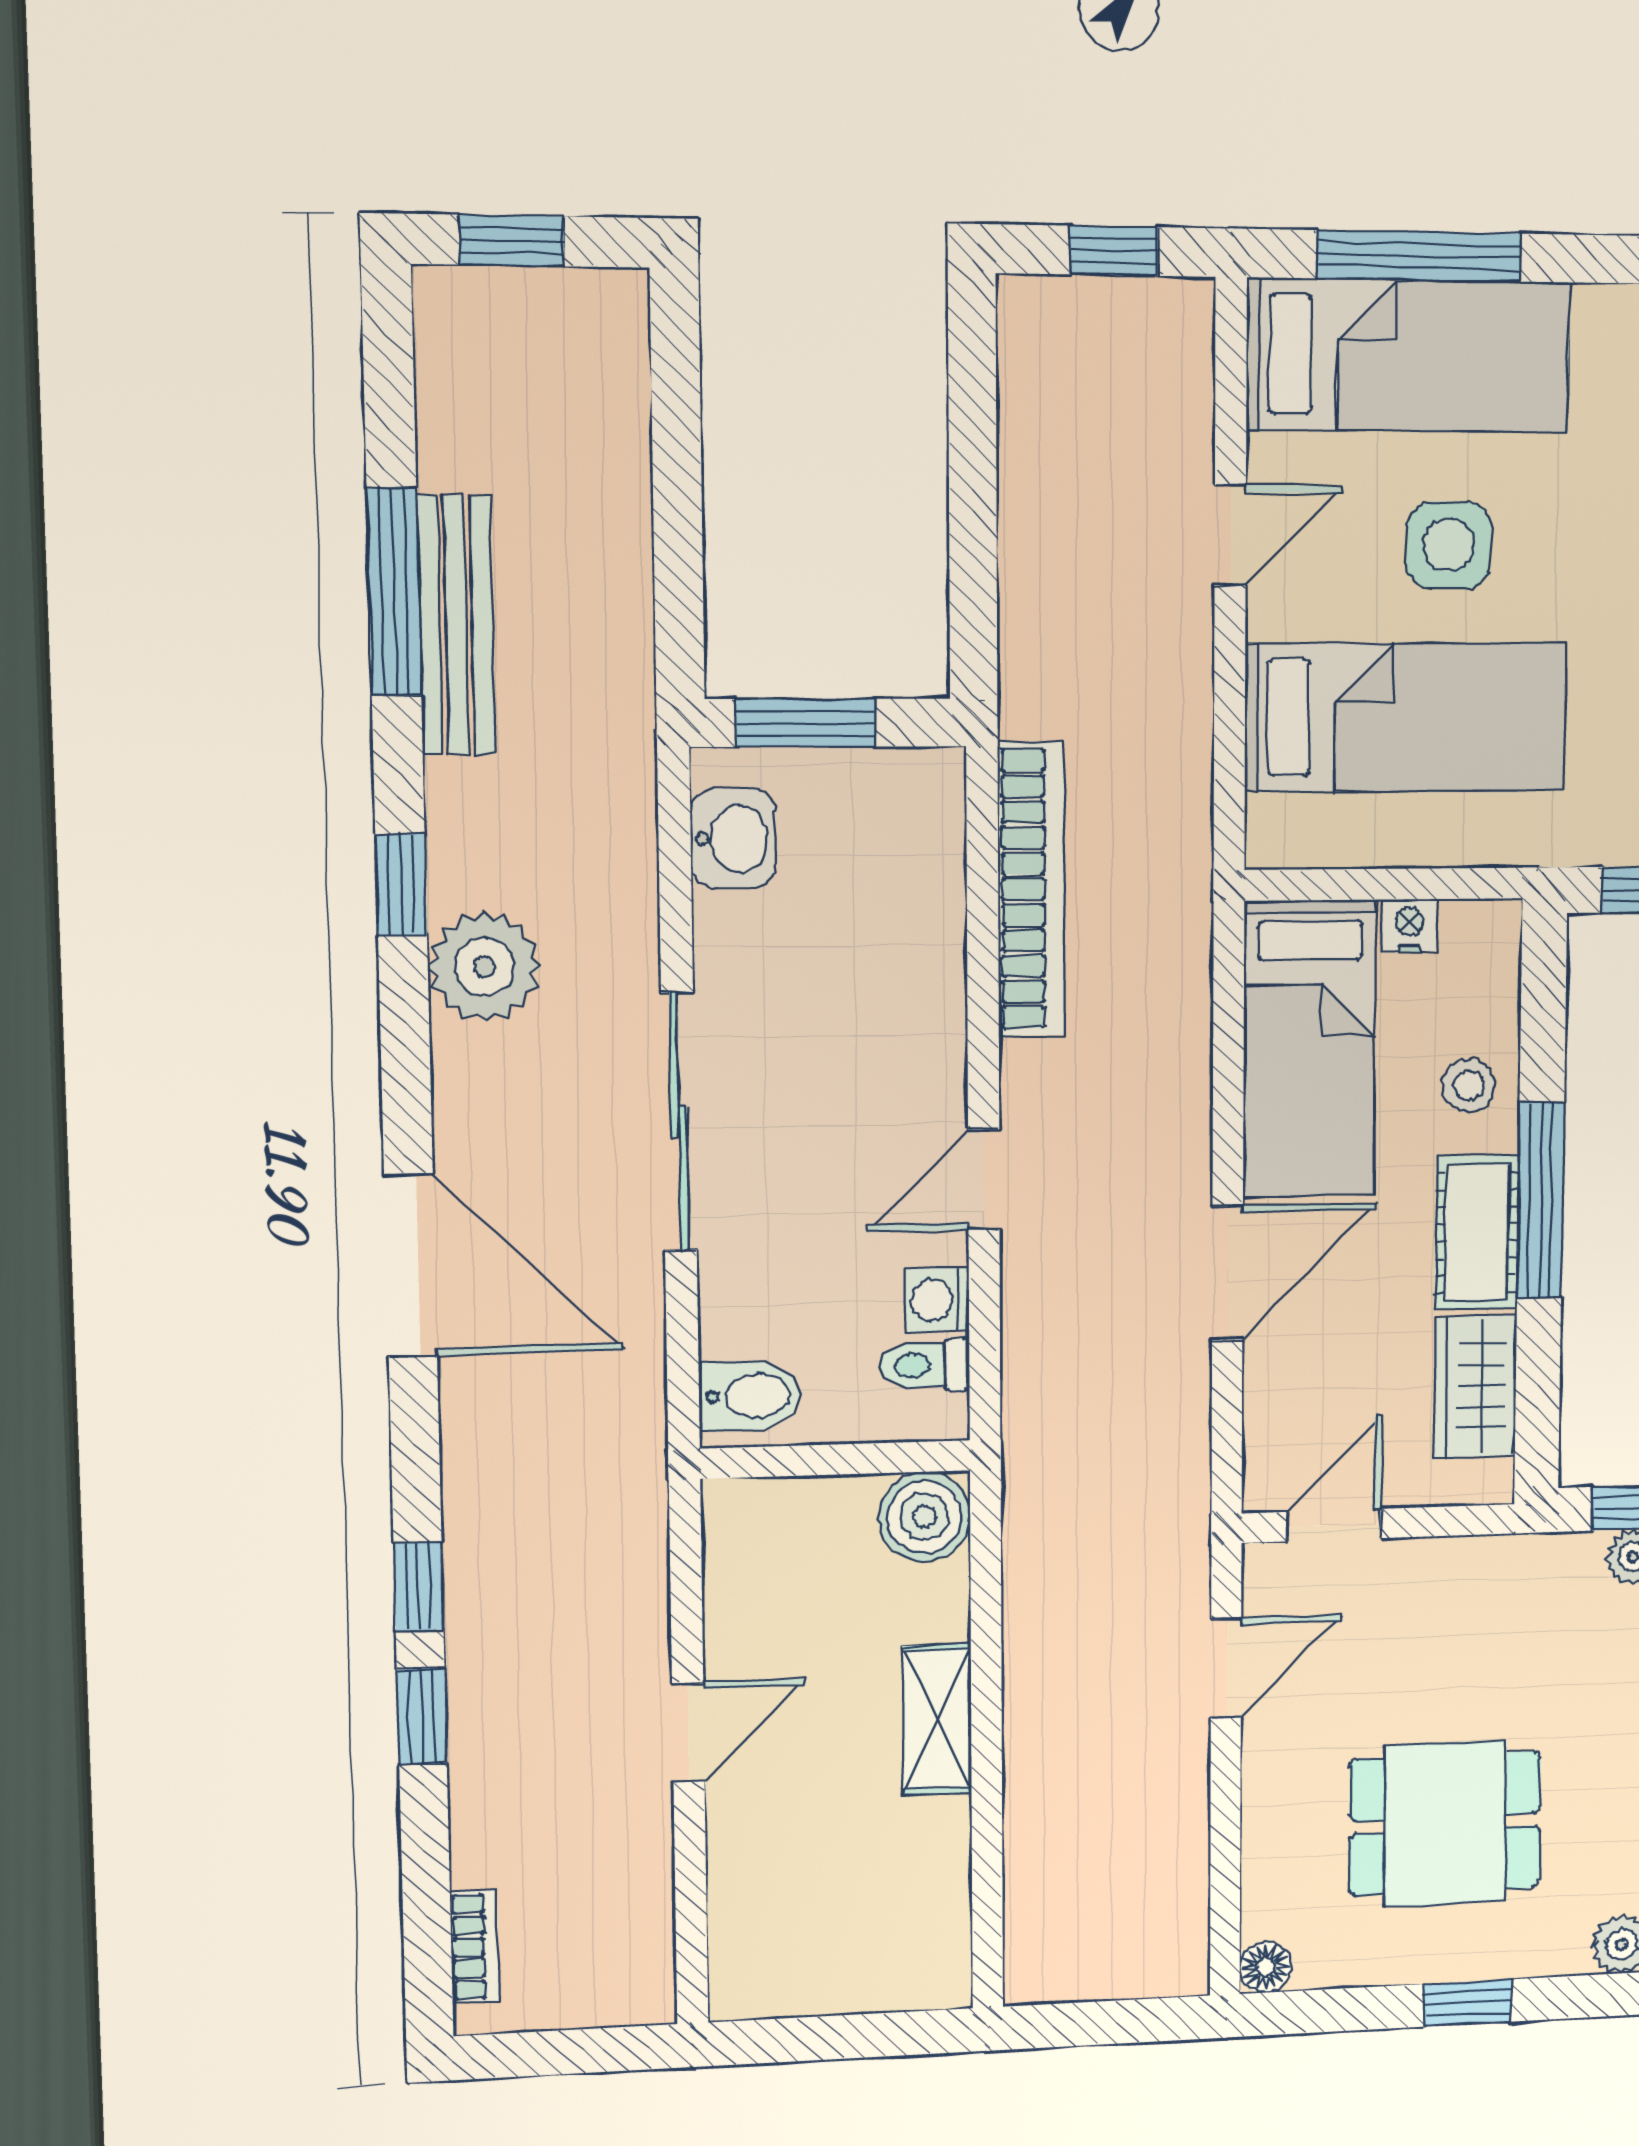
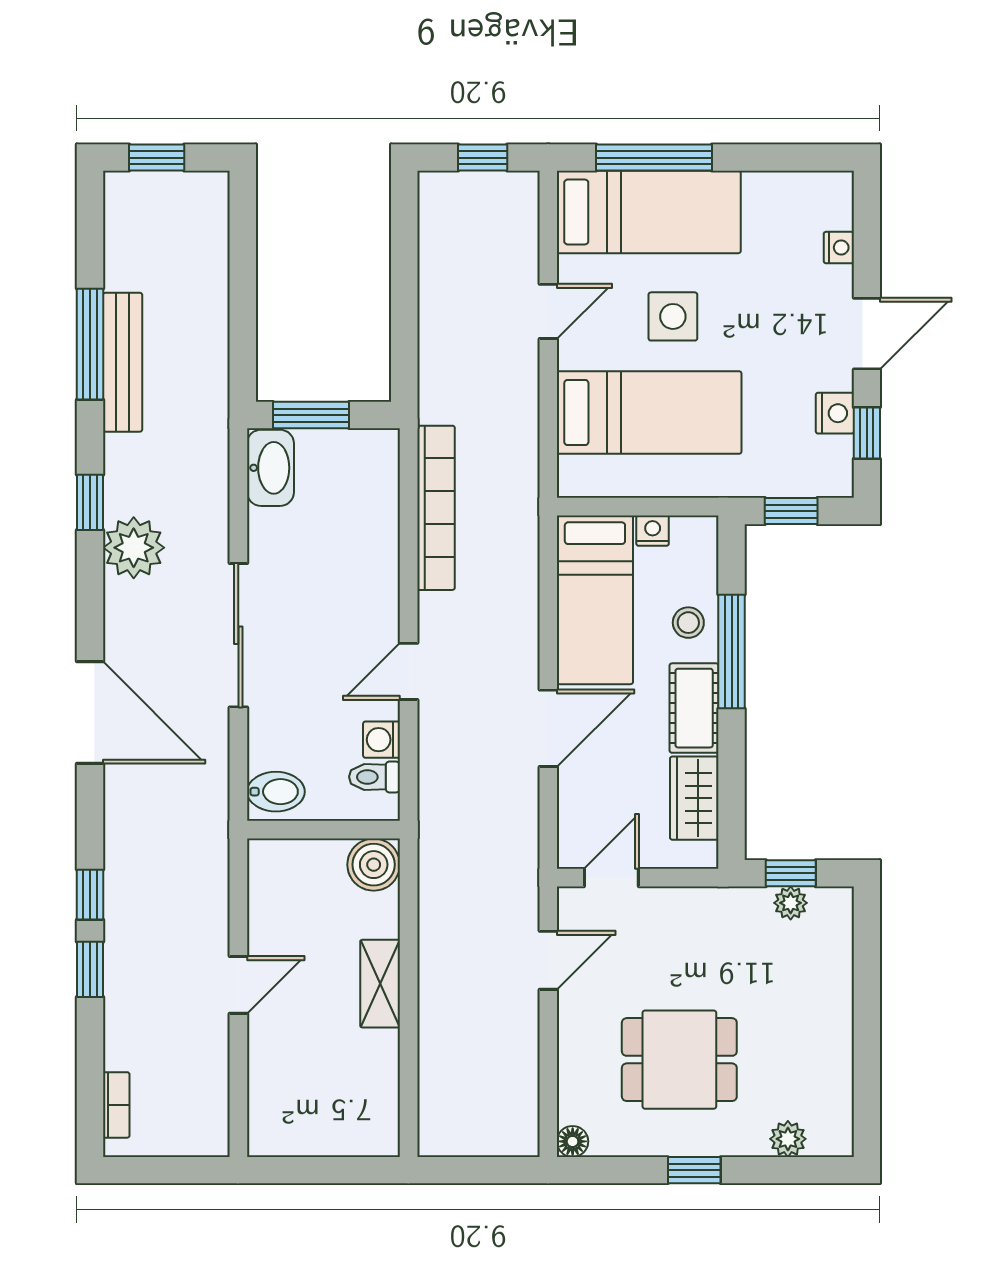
washbasin: (733, 839) -> (270, 468), width x1.38
window: (1540, 1200) -> (732, 651), moved

